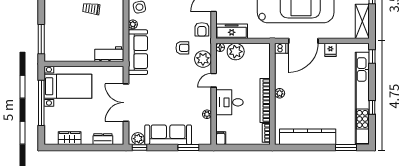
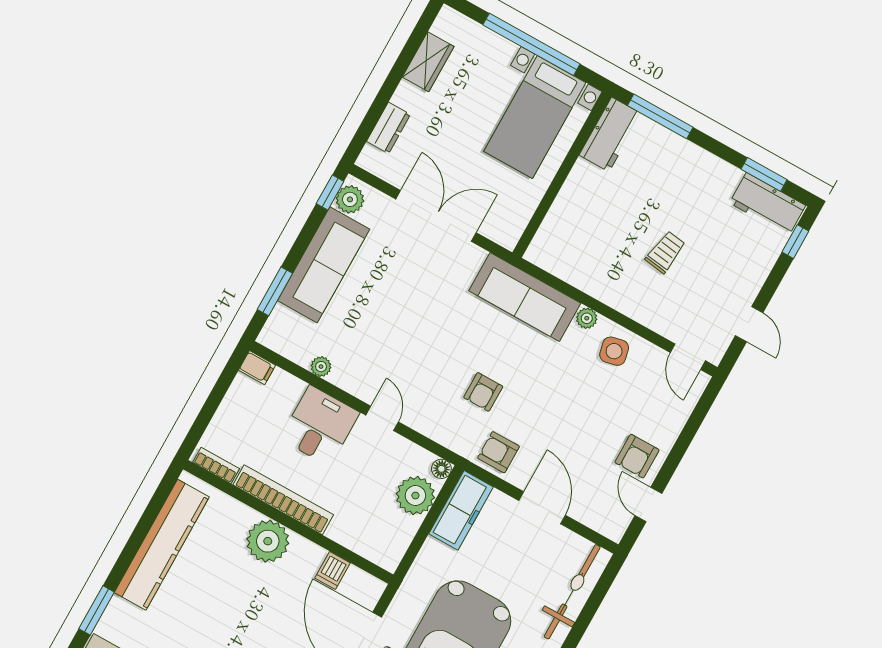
dishwasher: (281, 48) -> (333, 570), moved
workbench: (109, 54) -> (610, 134), moved
plant: (203, 59) -> (437, 421), removed
plant: (280, 93) -> (268, 541), width x1.87, depth x1.87

